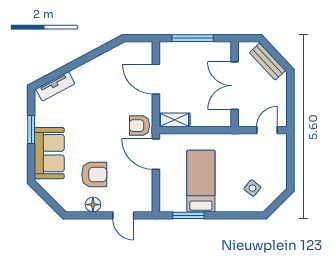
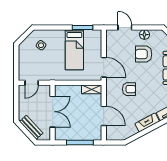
fireplace: (89, 69) -> (147, 122), added
armchair: (139, 126) -> (129, 89), moved

